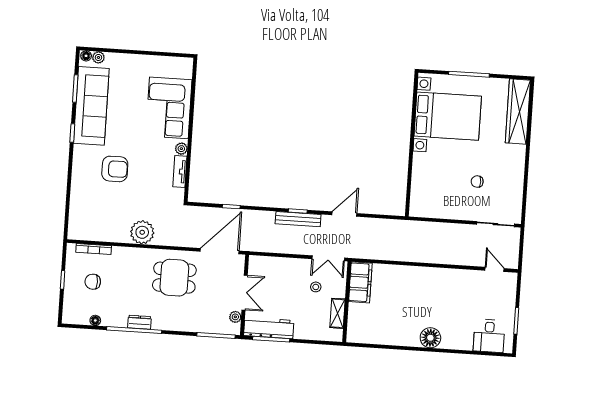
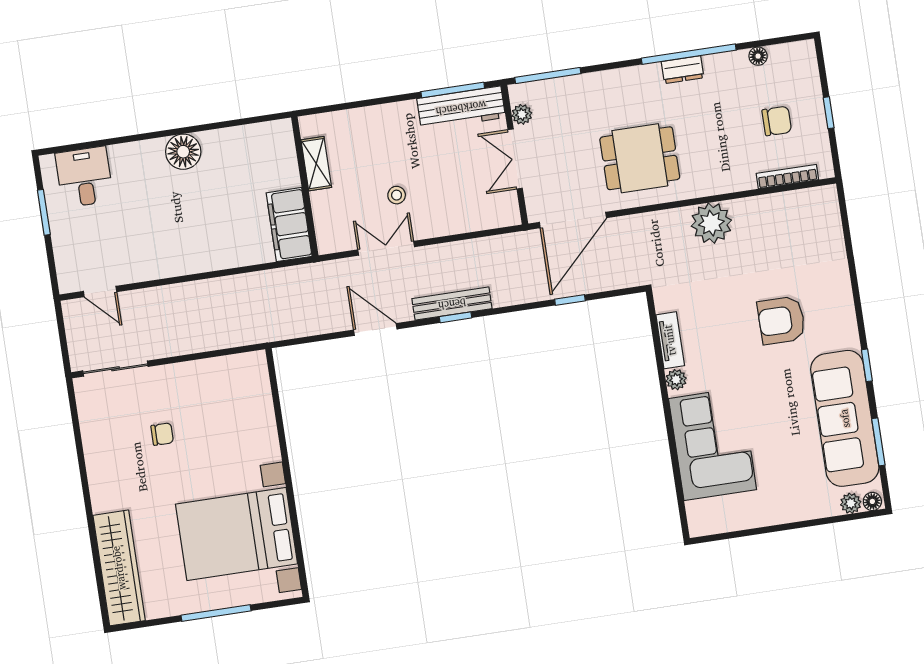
door: (344, 214) -> (375, 329), swing flipped
filing cabinet: (360, 282) -> (289, 225), moved
wall: (347, 302) -> (305, 186), moved
shelving: (337, 313) -> (316, 164), moved

